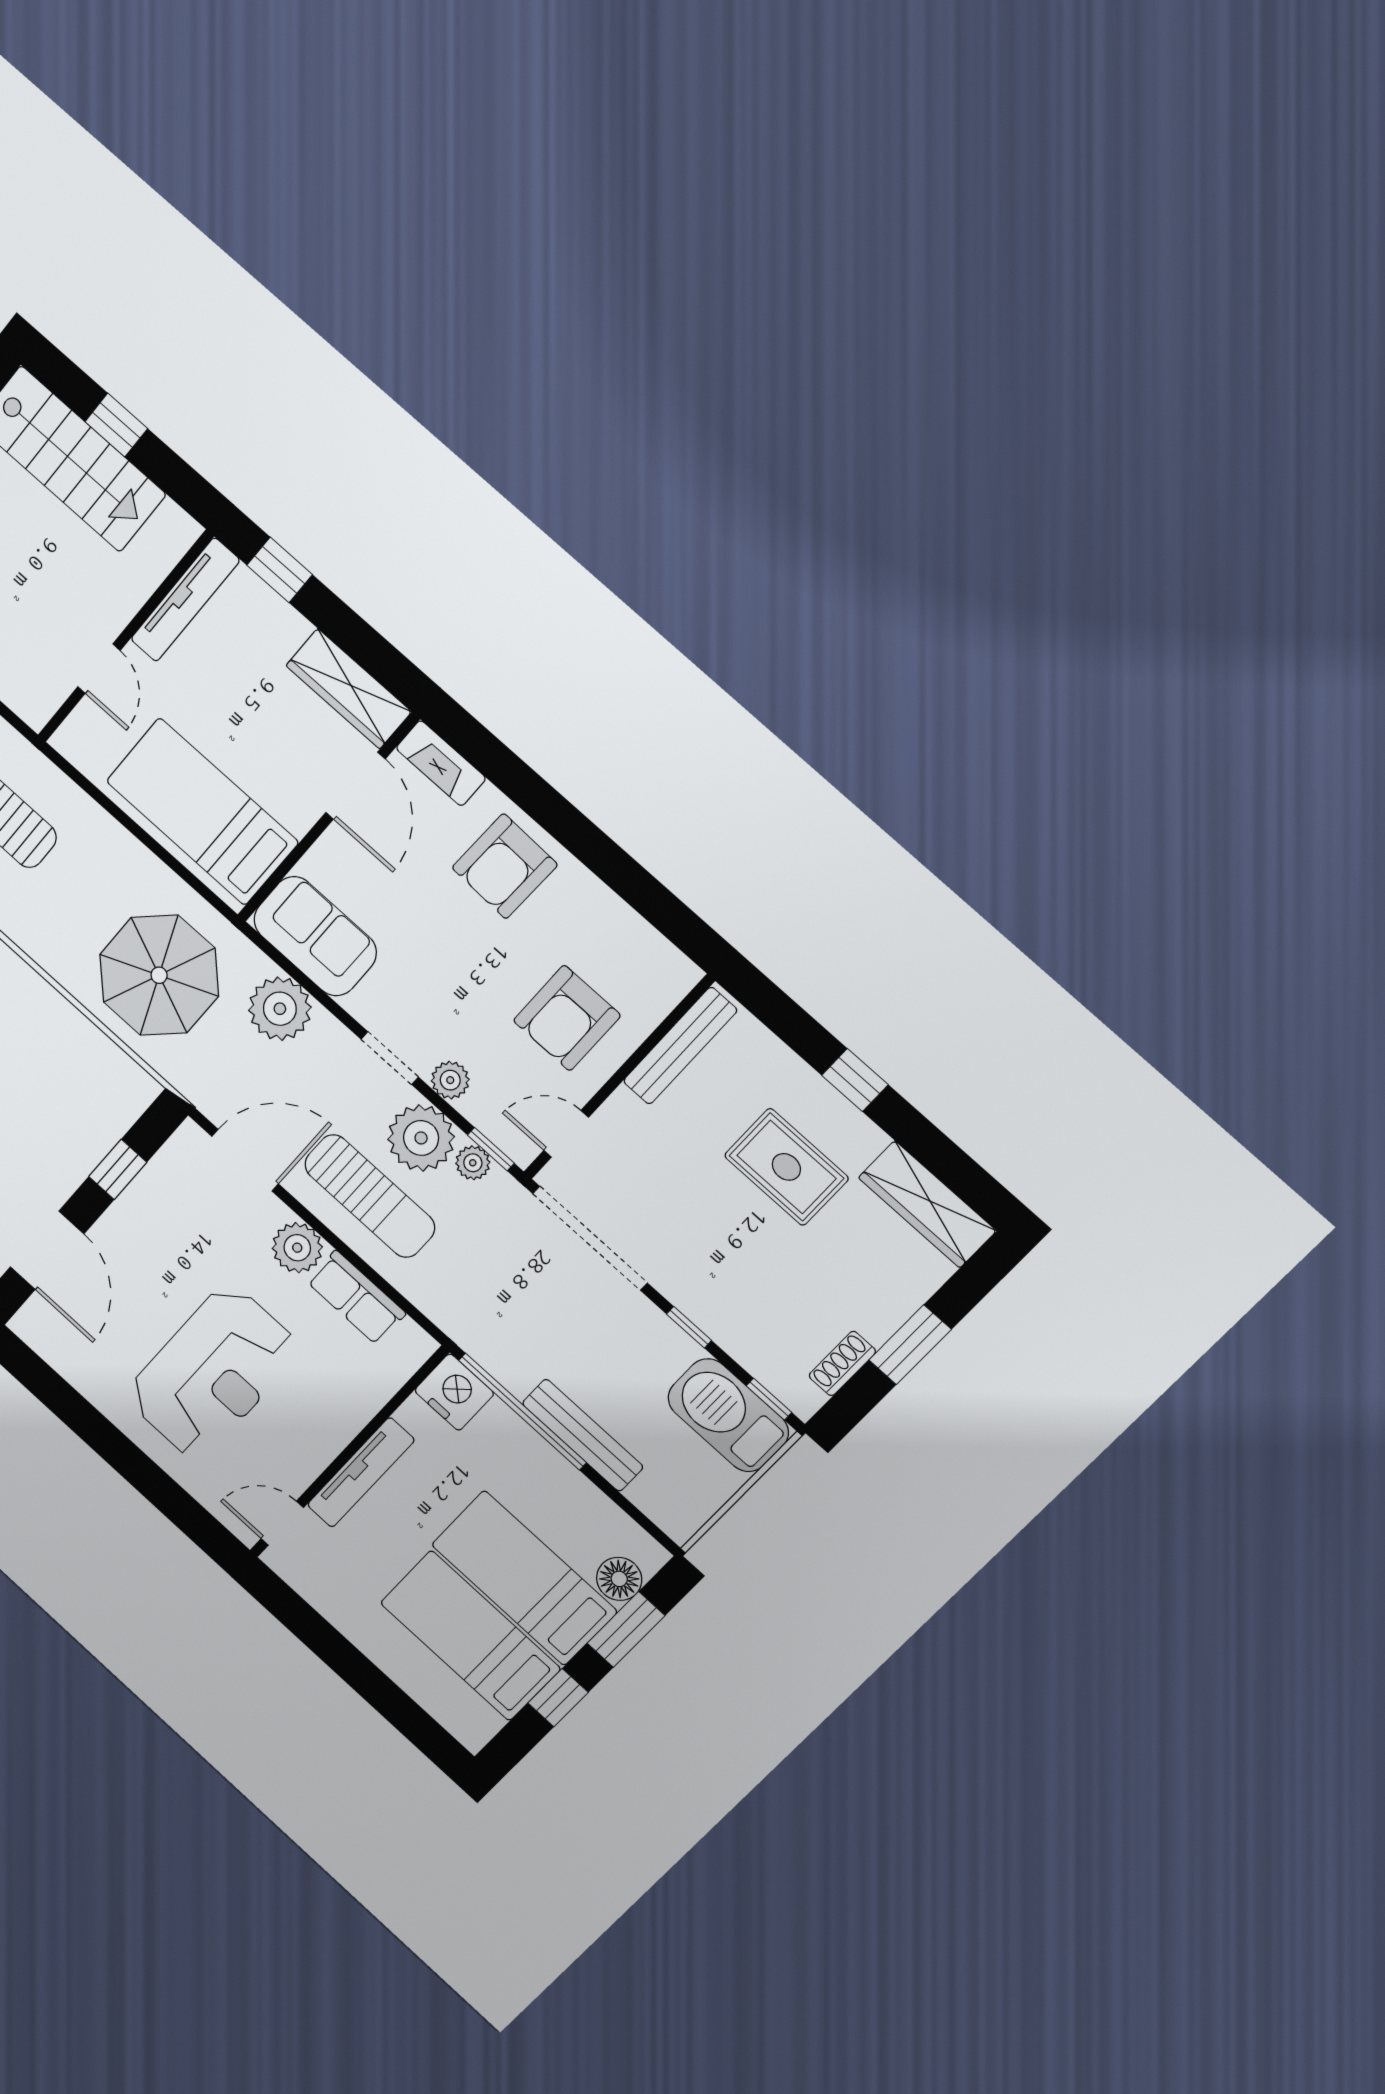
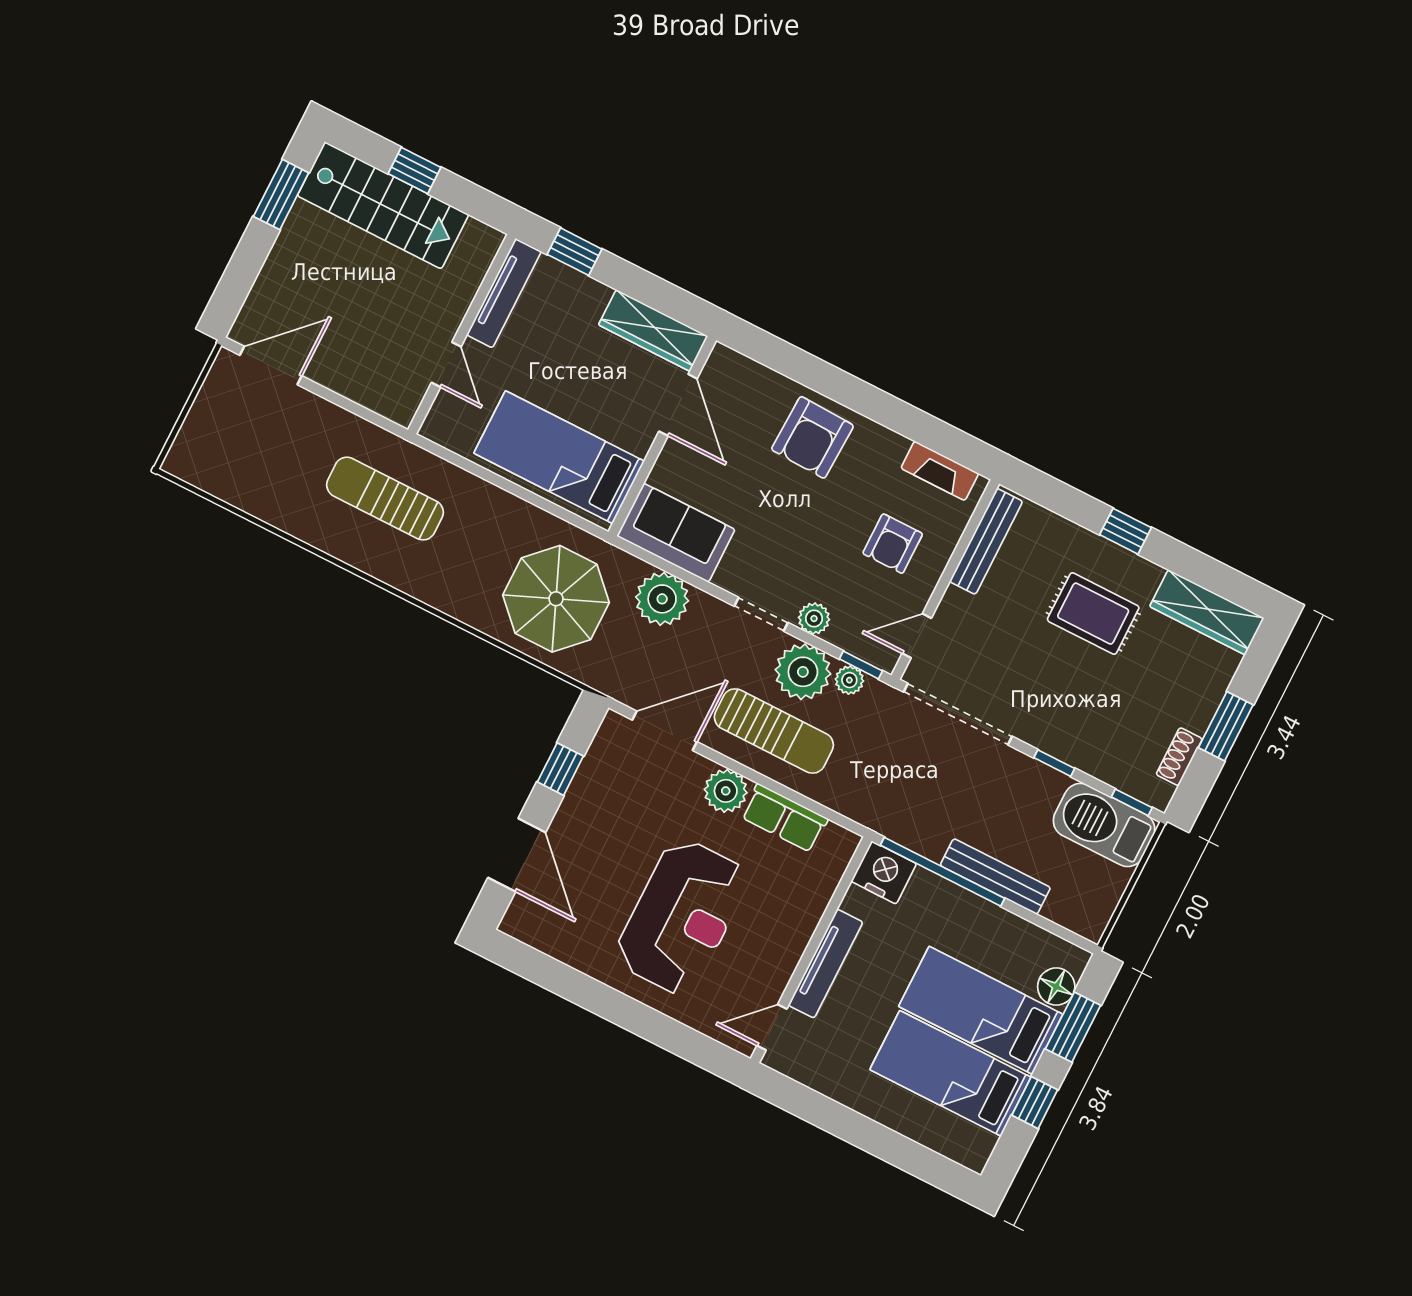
fireplace: (441, 763) -> (940, 471), moved
armchair: (567, 1018) -> (893, 544), width x0.72, depth x0.72

